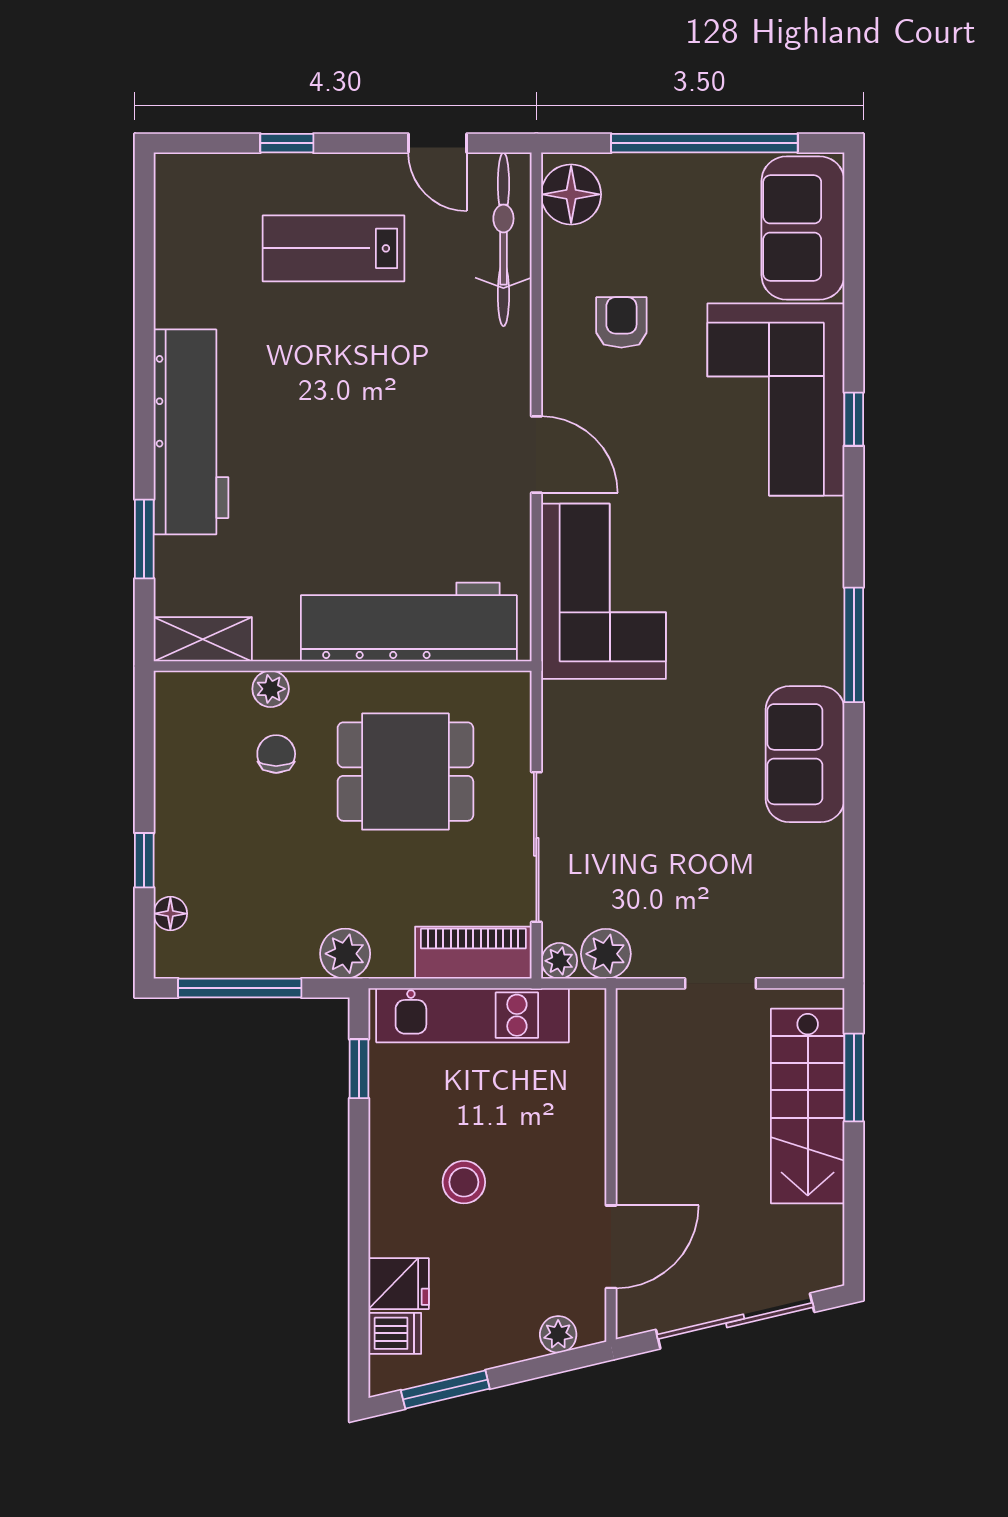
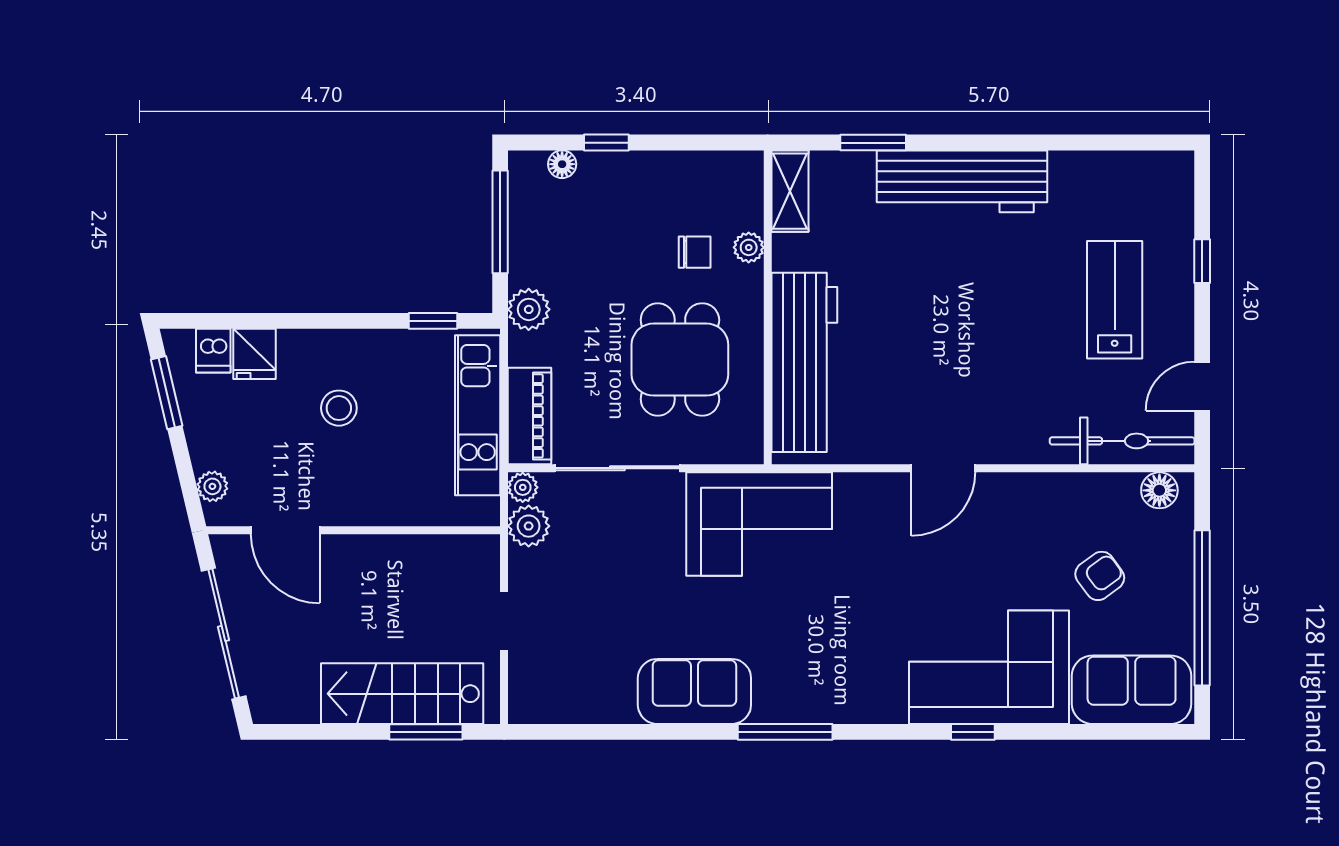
floor lamp: (571, 194) -> (1159, 490), width x0.73, depth x0.73
armchair: (621, 322) -> (1100, 576), moved, turned -36
corner sofa: (603, 591) -> (759, 524), moved

